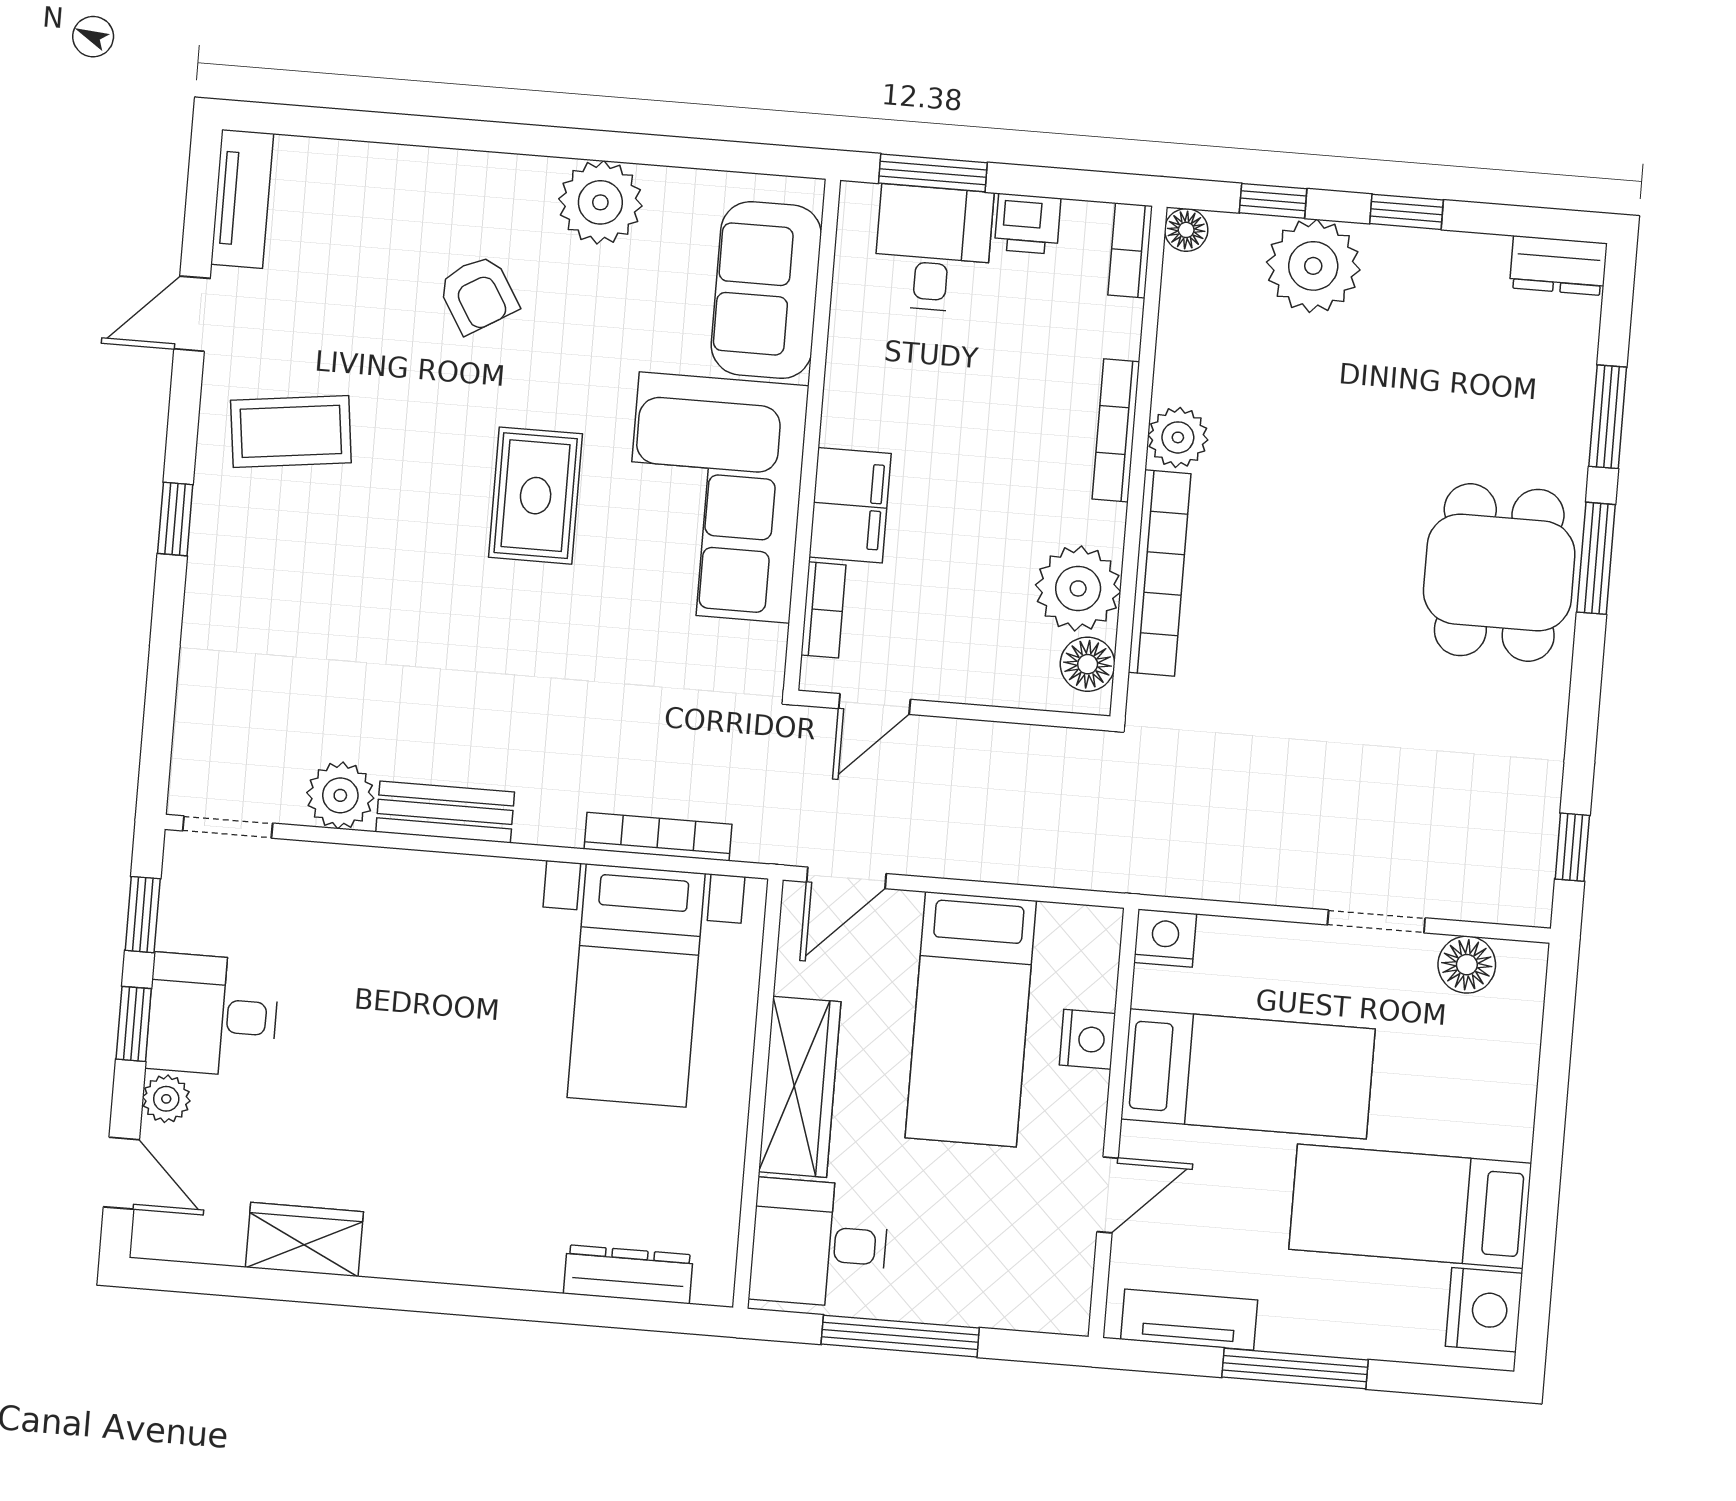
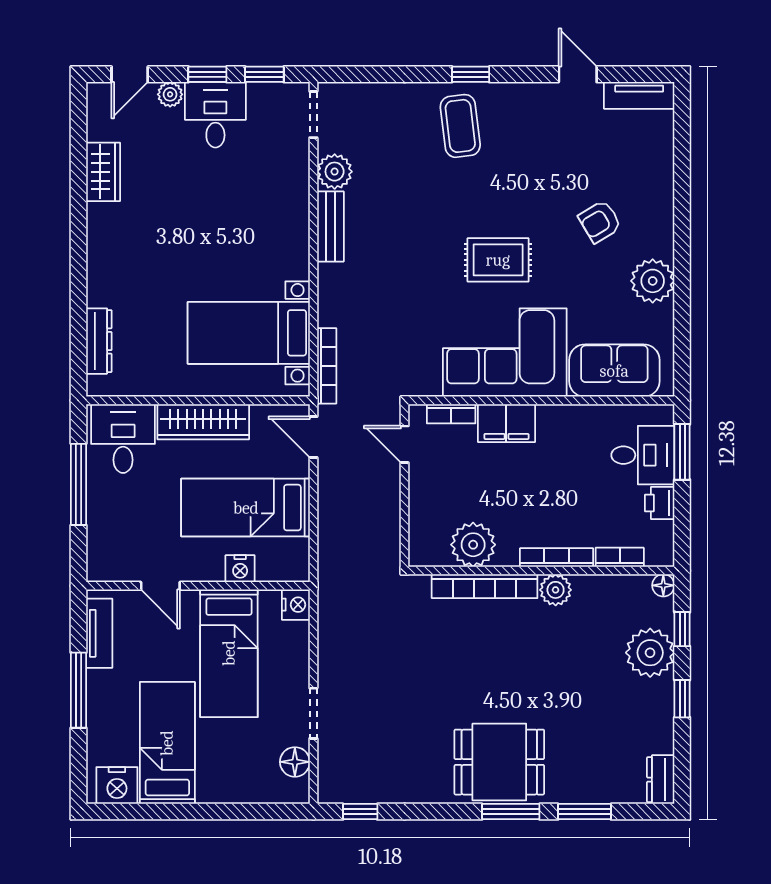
bookcase: (1130, 250) -> (620, 557), moved
coffee table: (291, 431) -> (460, 126), moved
floor lamp: (1088, 664) -> (434, 553), removed
bookcase: (658, 837) -> (327, 366), moved

